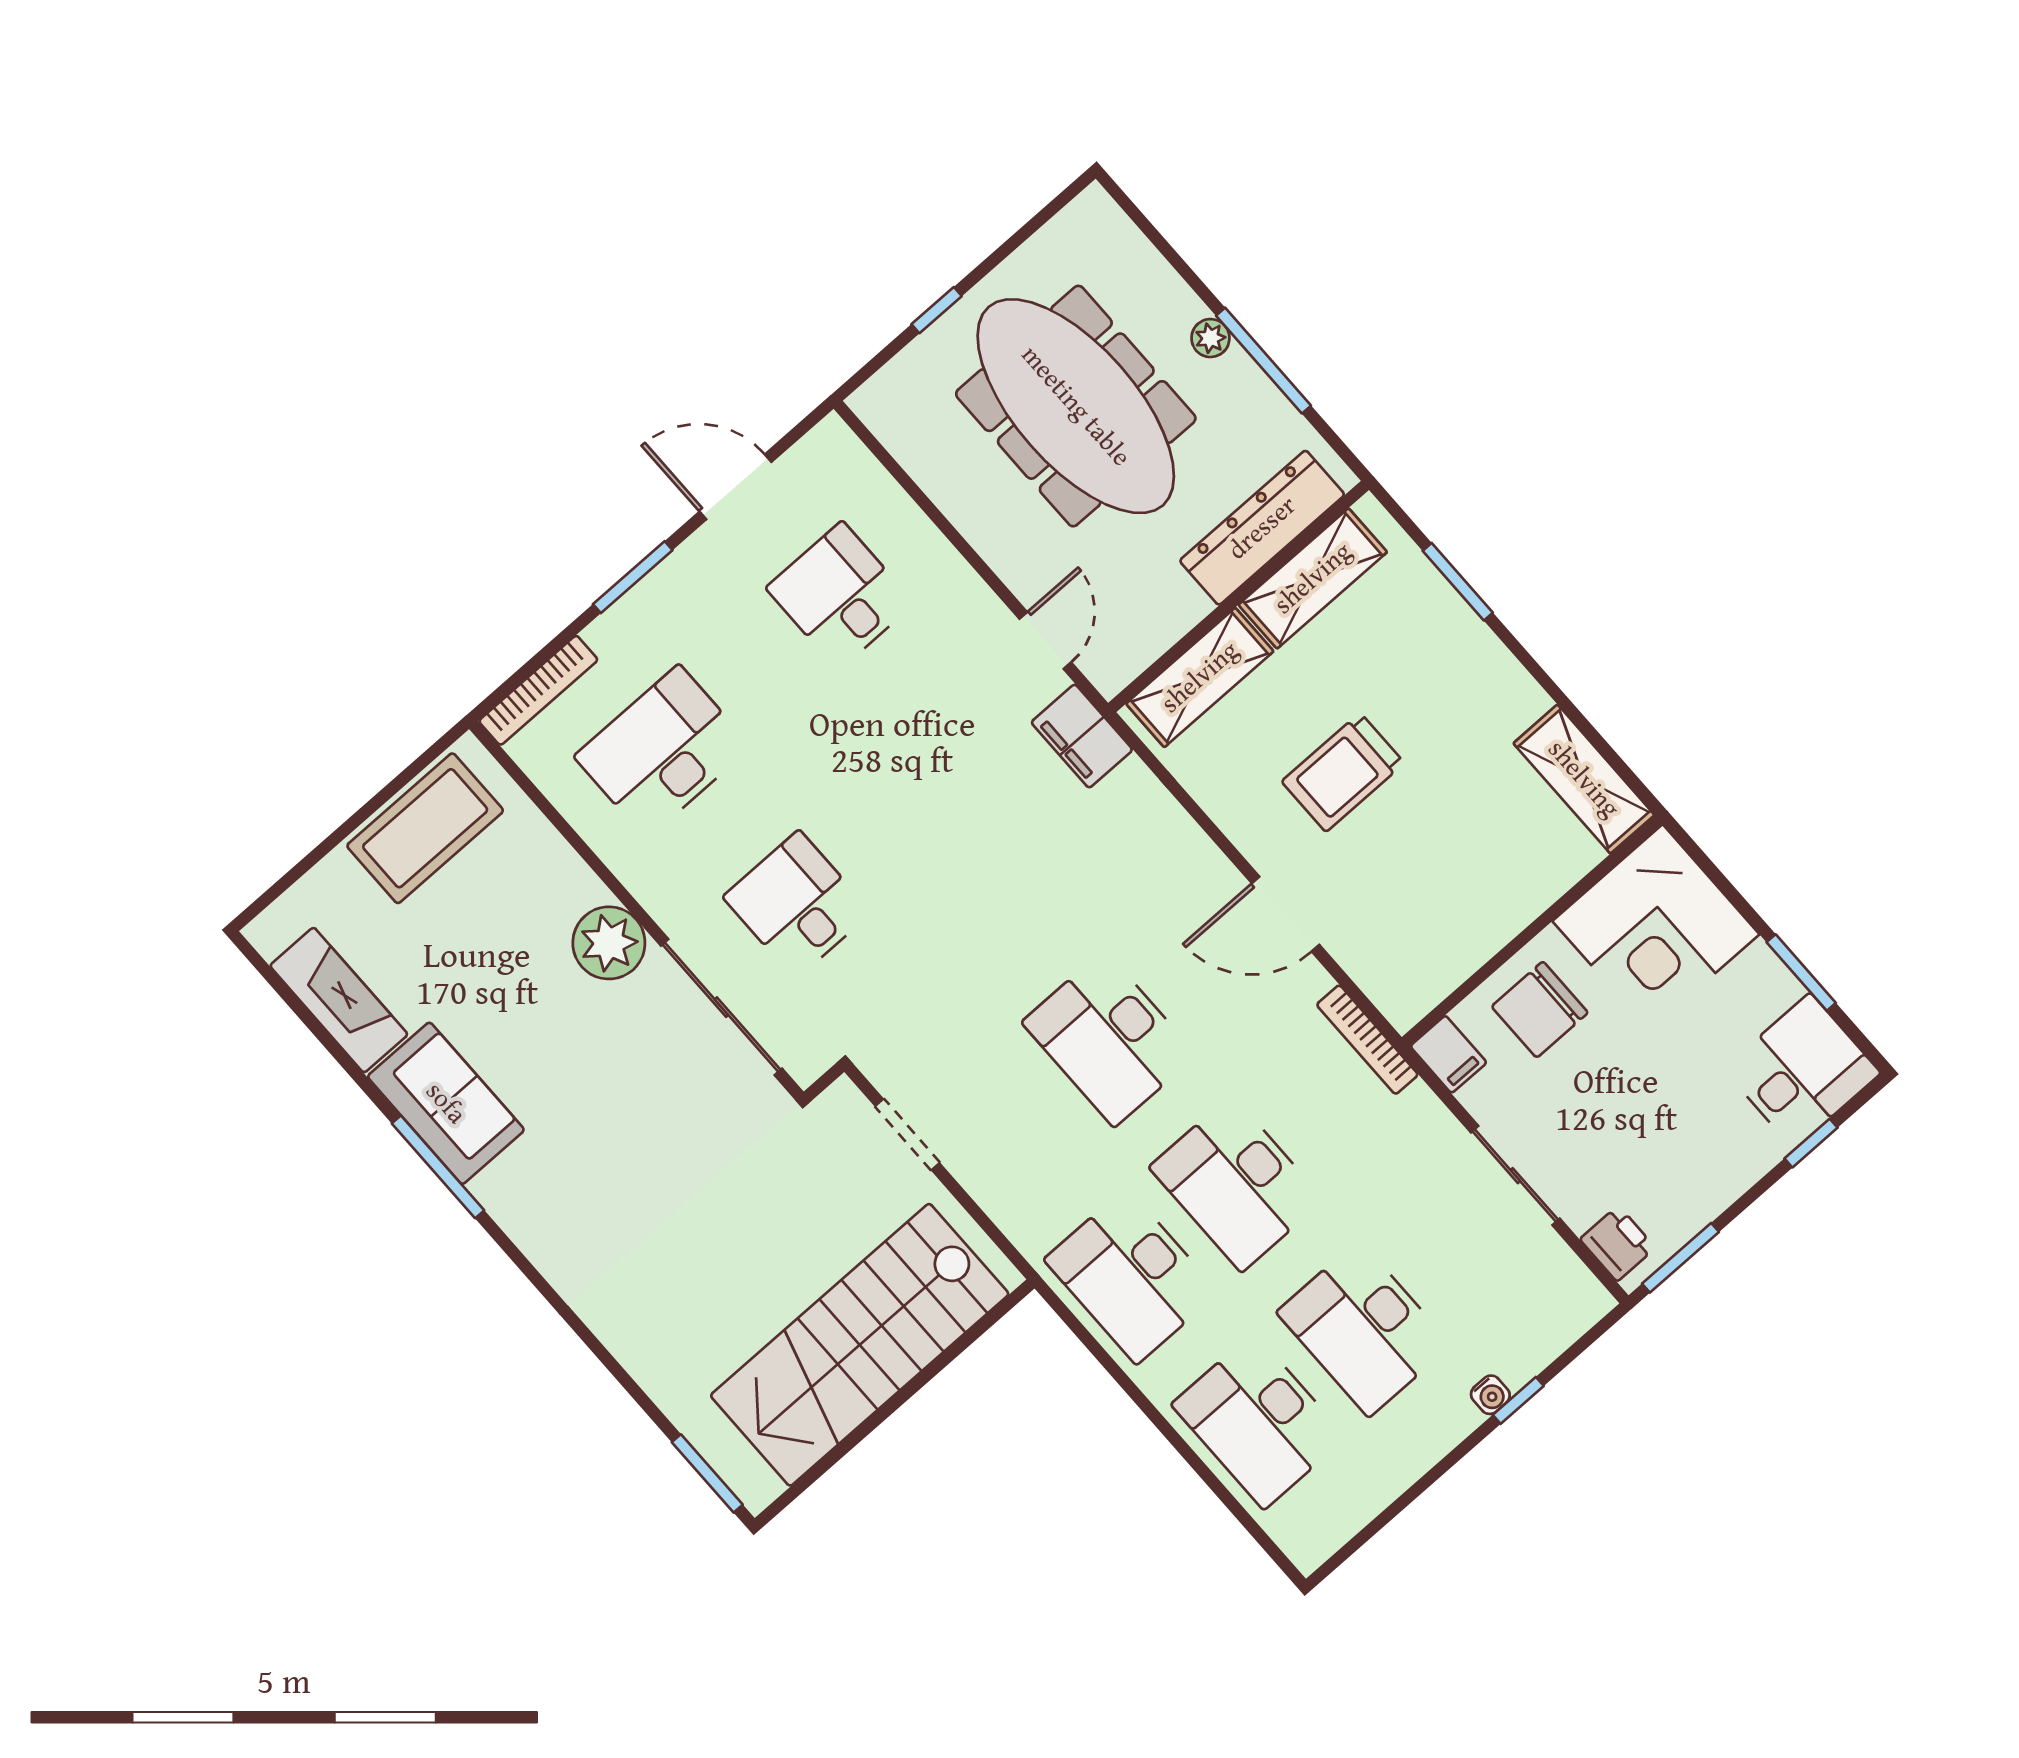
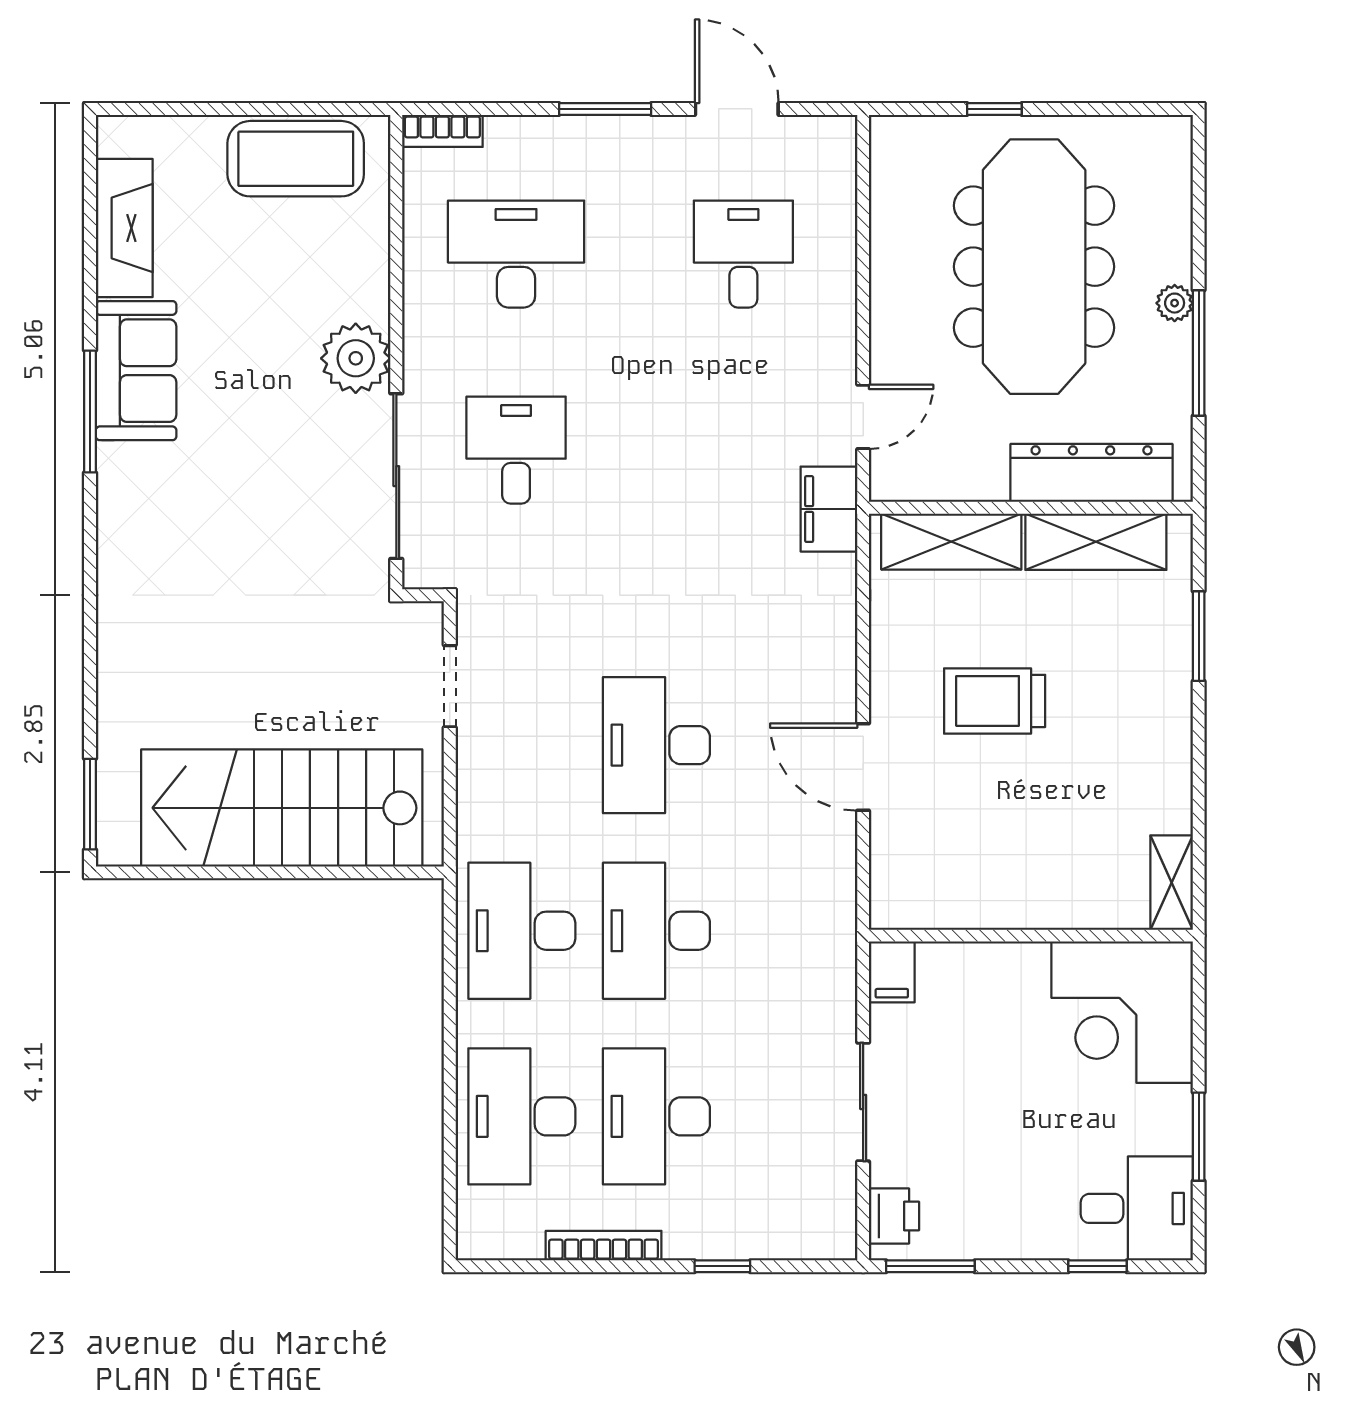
bookcase: (538, 690) -> (442, 131), width x0.64
shelving: (1584, 779) -> (1172, 883), width x0.67, depth x0.75
chair: (1540, 1010) -> (986, 997), removed
bookcase: (1367, 1040) -> (604, 1246), moved, turned 90
water cooler: (1490, 1395) -> (706, 1245), removed

